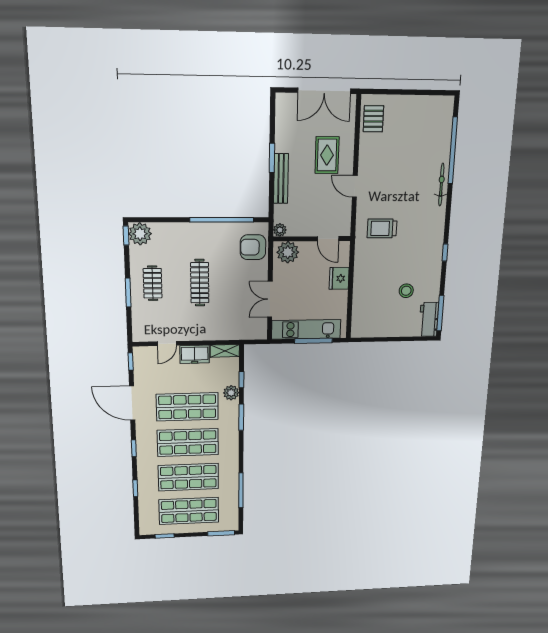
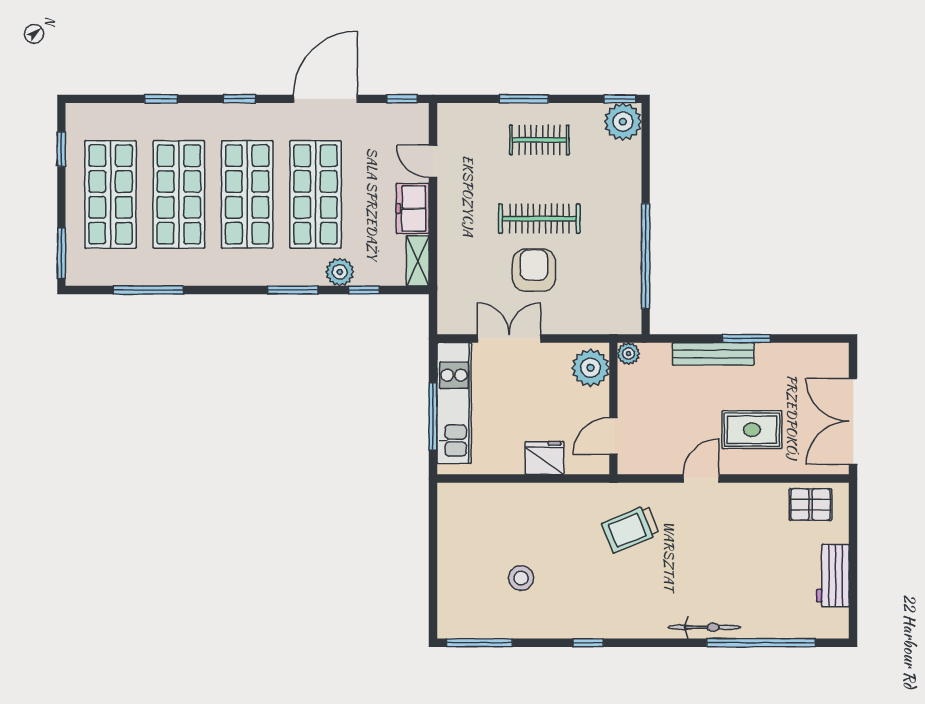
trolley: (382, 228) -> (630, 529), turned -112
armchair: (253, 247) -> (534, 270), moved
workbench: (429, 319) -> (833, 576), moved, turned -90

